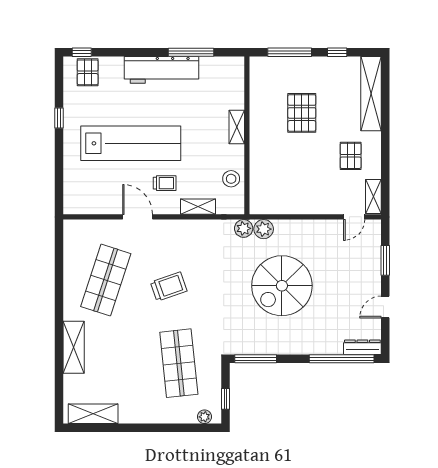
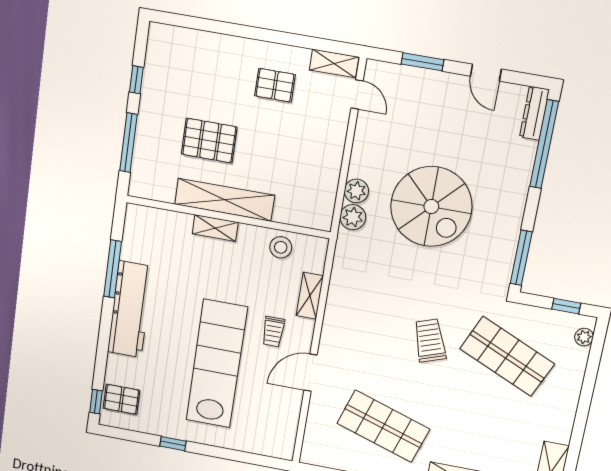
shelving: (371, 94) -> (225, 200), moved
trolley: (165, 183) -> (273, 332), turned 180
plant: (244, 228) -> (356, 191), moved
trolley: (169, 287) -> (430, 340), moved
shop shelf: (179, 363) -> (507, 356), turned 30

